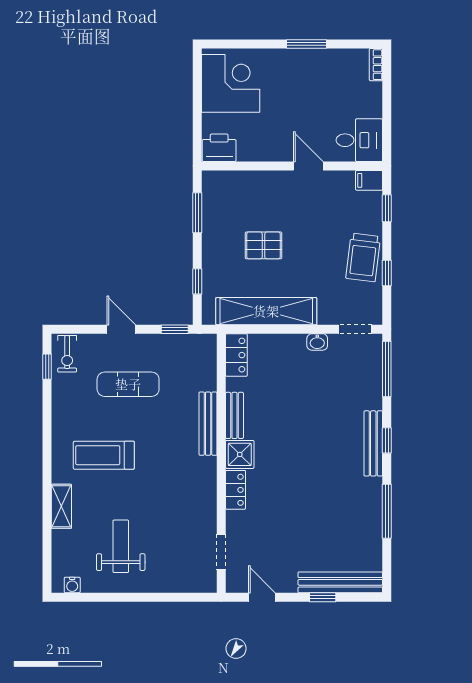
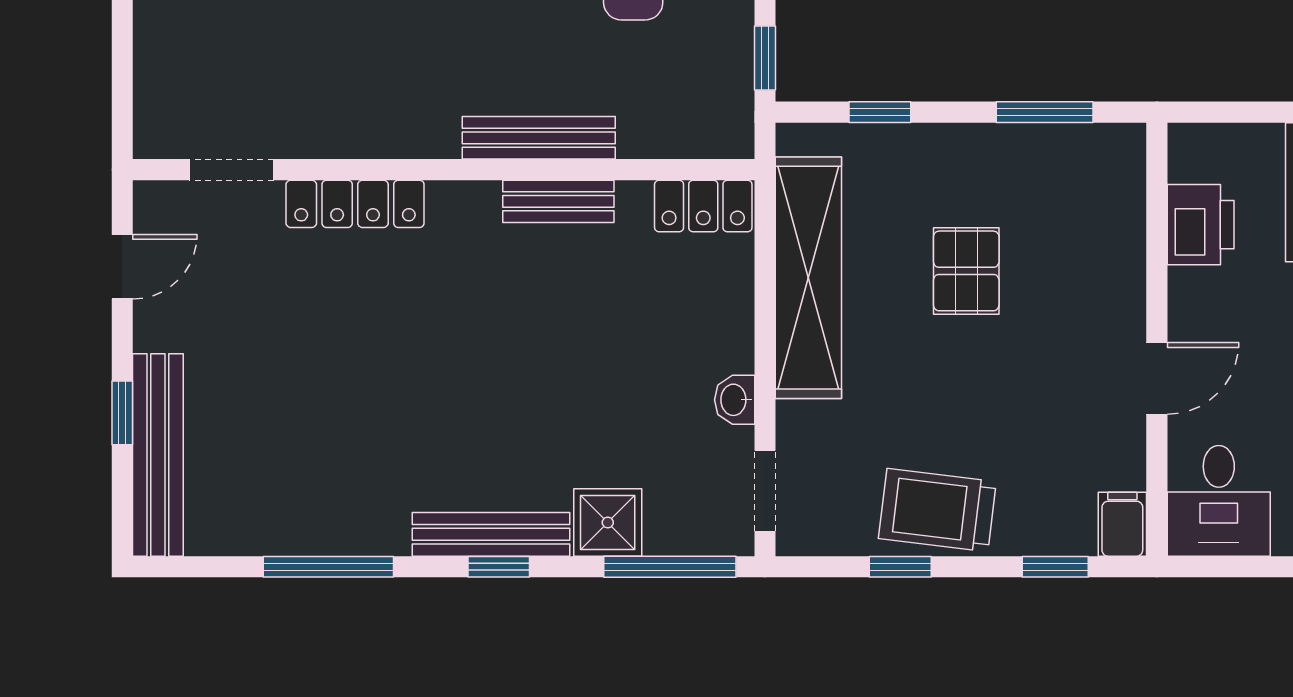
printer: (219, 148) -> (1201, 225), moved
shower: (240, 454) -> (608, 522), moved
locker: (236, 490) -> (355, 204), width x1.53

